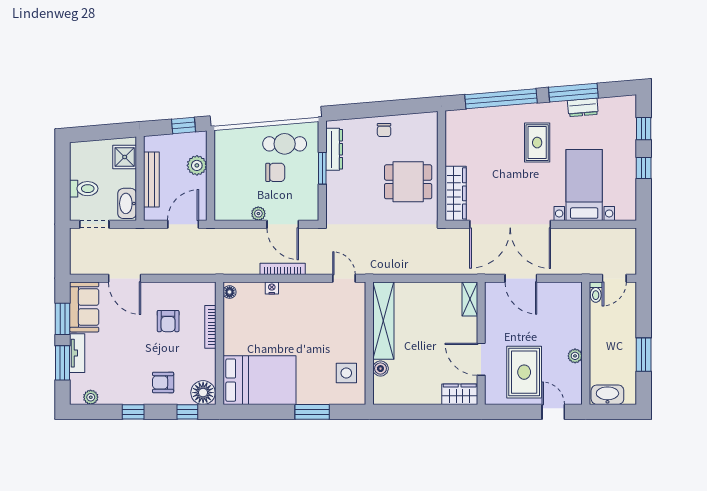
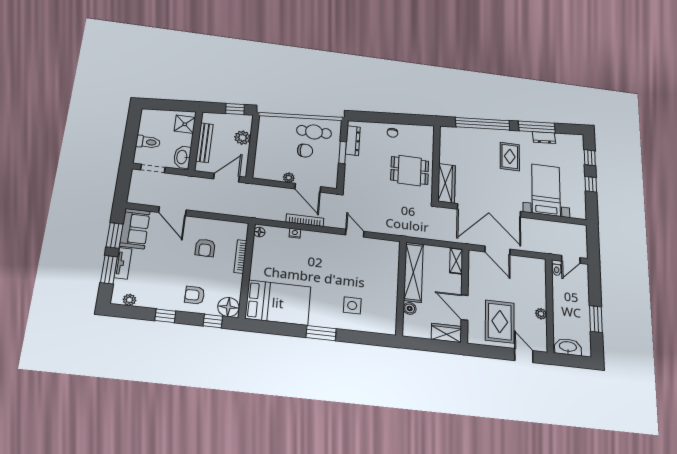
shelving: (383, 321) -> (413, 272), moved
wall: (369, 343) -> (401, 288), moved
boiler: (380, 369) -> (410, 308), moved

